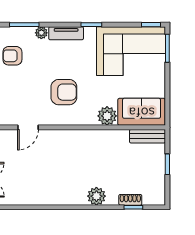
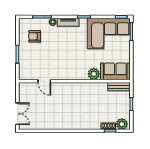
armchair: (64, 92) -> (67, 59), removed
door: (28, 127) -> (44, 81), hinge flipped
plant: (96, 196) -> (122, 124), moved

